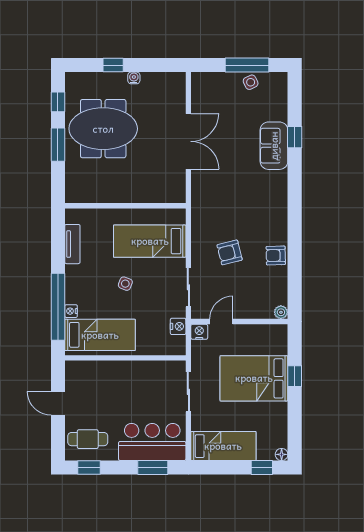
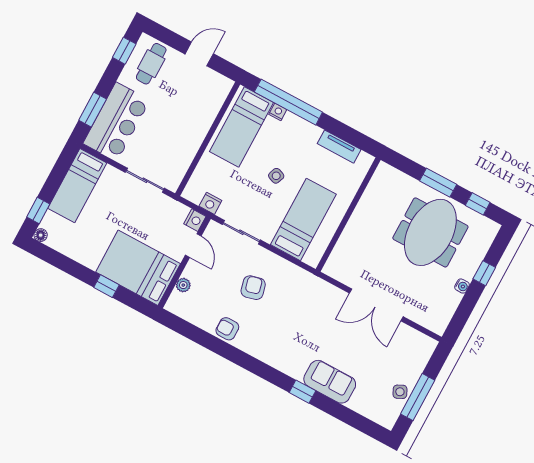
window: (295, 137) -> (302, 392), moved
armchair: (276, 255) -> (227, 329), turned -89
plant: (281, 312) -> (183, 285), moved
bed: (254, 378) -> (138, 268), moved, turned -90

